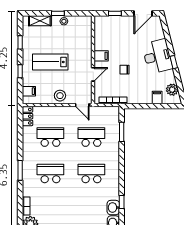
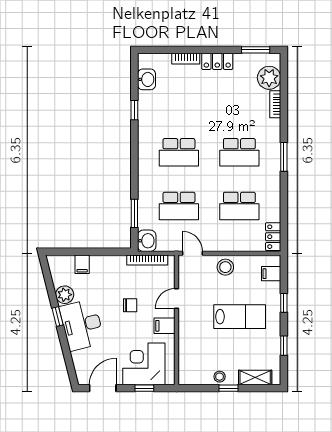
corner desk: (115, 30) -> (144, 364), added
plant: (172, 90) -> (65, 295), moved
washbasin: (113, 208) -> (147, 241), moved

